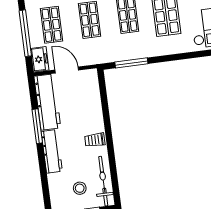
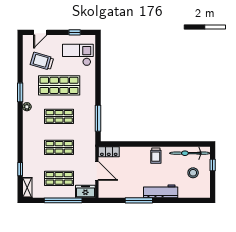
door: (67, 70) -> (97, 171), swing flipped
locker: (92, 81) -> (109, 152), added
workbench: (47, 102) -> (121, 190), removed

